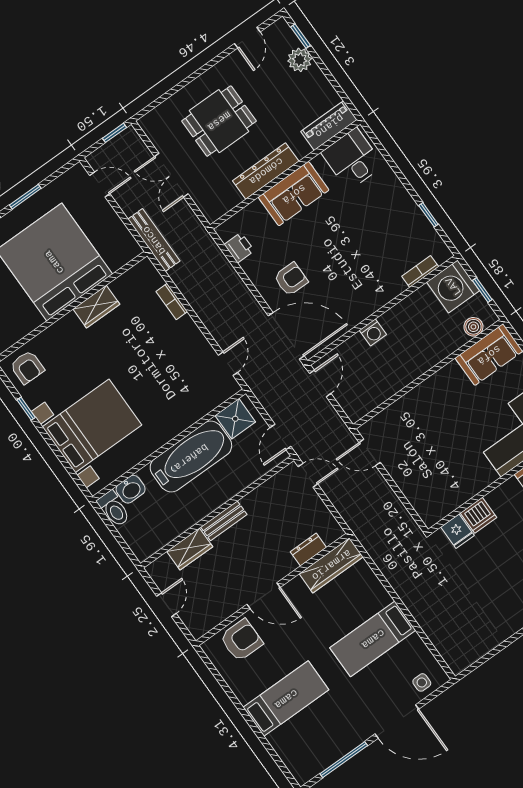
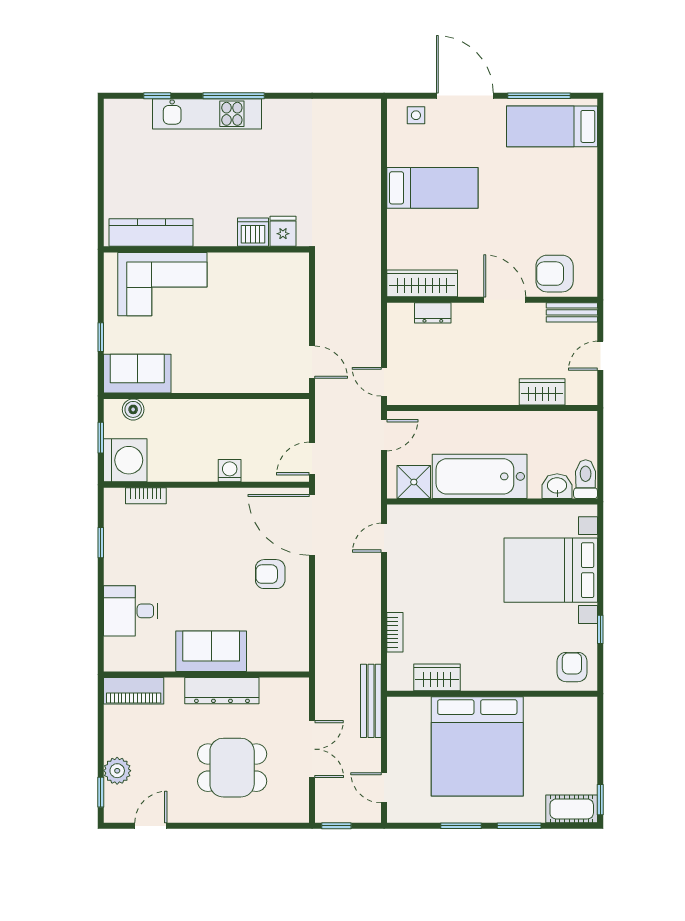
desk: (352, 159) -> (131, 611), moved, turned 90
printer: (239, 248) -> (297, 637), removed
wardrobe: (96, 307) -> (437, 677), moved
bench: (224, 521) -> (572, 312), moved
bed: (286, 699) -> (552, 126), moved

